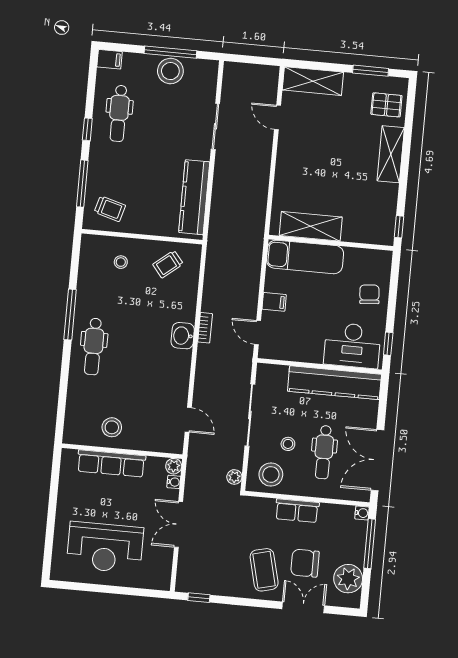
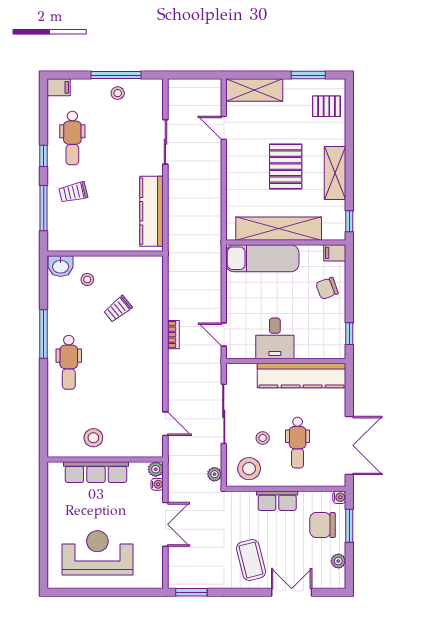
stool: (170, 71) -> (118, 93), width x0.53, depth x0.53
shelving: (391, 154) -> (335, 173), moved
pallet: (338, 164) -> (286, 167), added
trolley: (110, 209) -> (73, 192), moved, turned 151
shelving: (311, 226) -> (279, 229), width x1.47
trolley: (168, 264) -> (118, 309), moved
chair: (369, 294) -> (327, 288), turned -105
filing cabinet: (274, 302) -> (335, 253), moved, turned 180
washbasin: (183, 336) -> (61, 266), moved, turned -90
desk: (352, 345) -> (275, 338), moved, width x0.73
double door: (377, 460) -> (349, 445), swing flipped
double door: (178, 524) -> (165, 524), swing flipped
window: (370, 544) -> (349, 526), width x0.69
reception desk: (105, 547) -> (97, 553), turned 180
chair: (305, 563) -> (323, 525), moved
plant: (348, 579) -> (338, 561), width x0.53, depth x0.53
window: (199, 598) -> (191, 592), width x1.50

